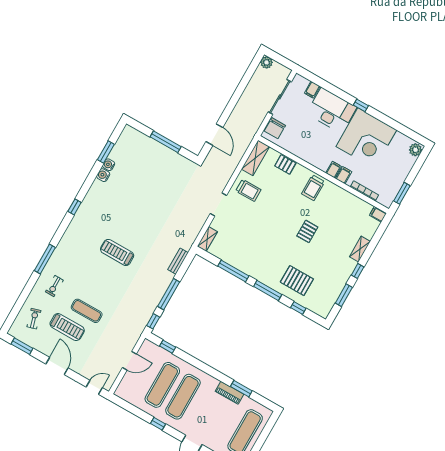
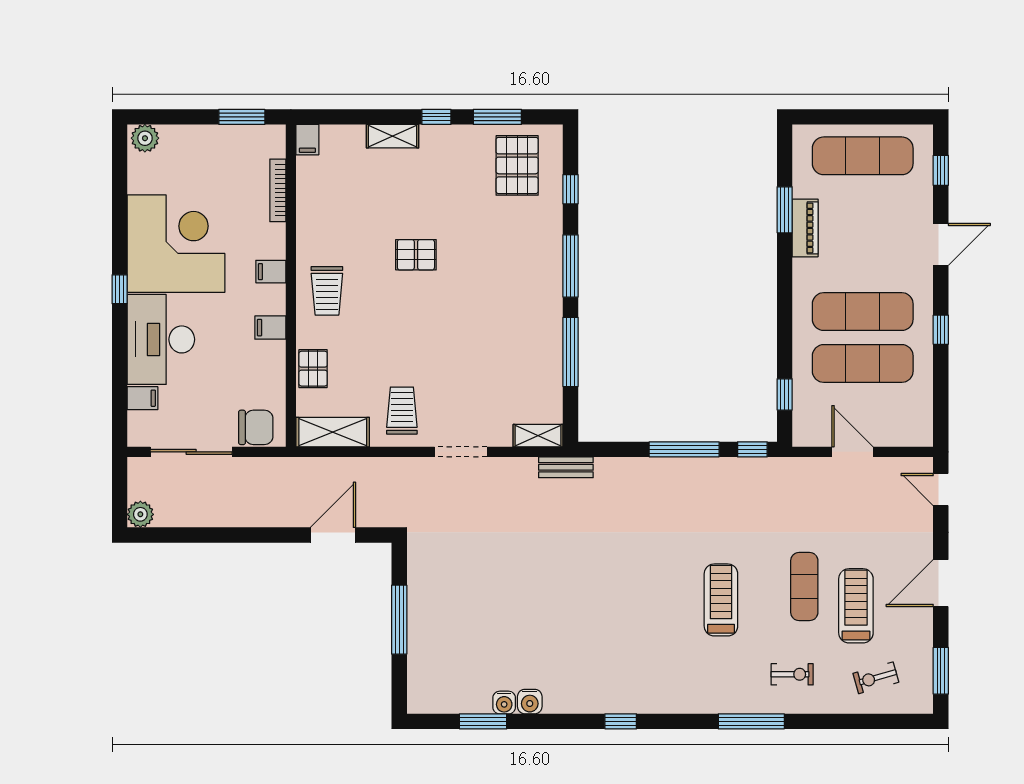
filing cabinet: (344, 175) -> (270, 328), moved
trolley: (313, 188) -> (327, 291), turned 90
treadmill: (117, 252) -> (721, 600), moved, turned 180
bench: (178, 261) -> (566, 467), moved
pallet: (297, 281) -> (517, 165), moved

